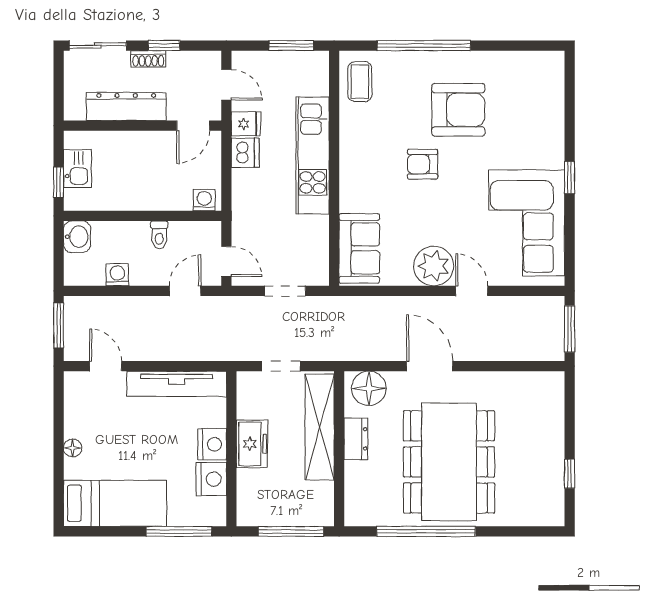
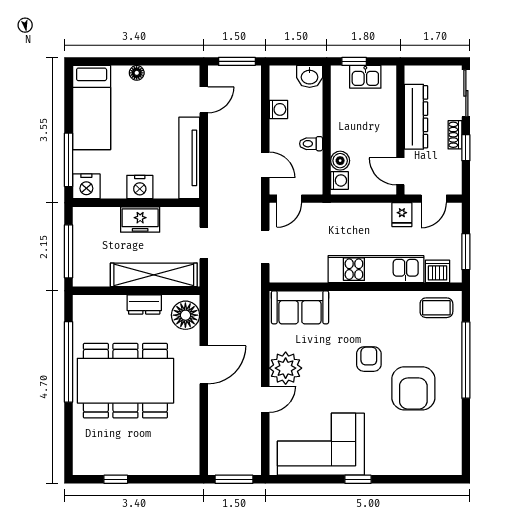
dishwasher: (245, 153) -> (438, 271), moved, turned 180
boiler: (180, 199) -> (340, 161), added
nightstand: (211, 479) -> (86, 186), moved

